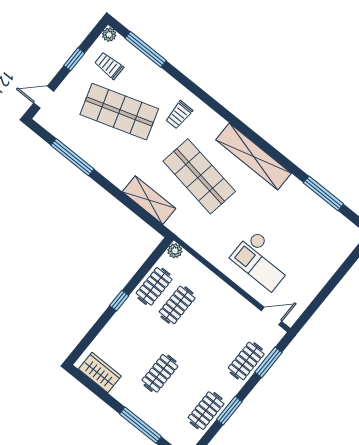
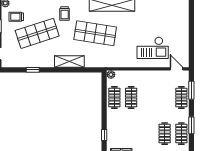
window: (72, 157) -> (33, 70), width x0.46
shelving: (149, 200) -> (69, 62), moved
window: (119, 301) -> (104, 135), moved
door: (271, 316) -> (176, 69), hinge flipped
clothes rail: (160, 373) -> (165, 134), moved

